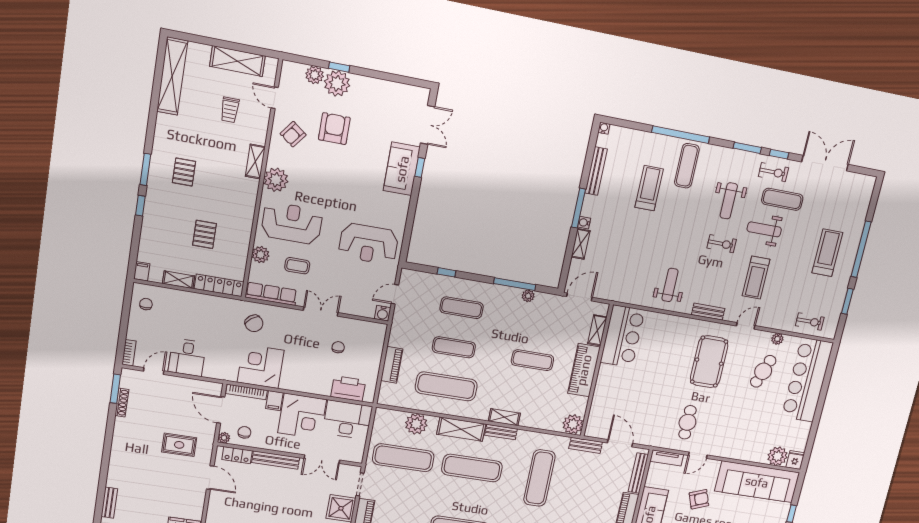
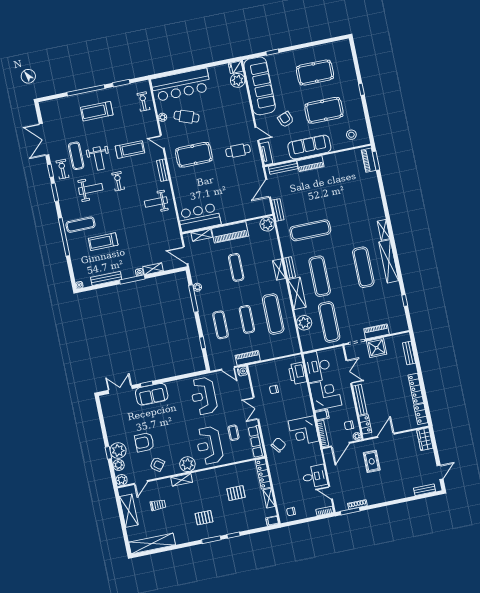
reception desk: (368, 244) -> (204, 396), turned 180
plant: (261, 255) -> (122, 480), moved
piano: (392, 365) -> (248, 358), moved

